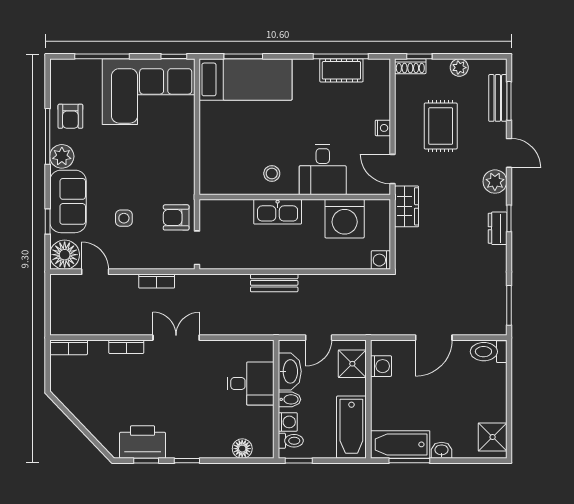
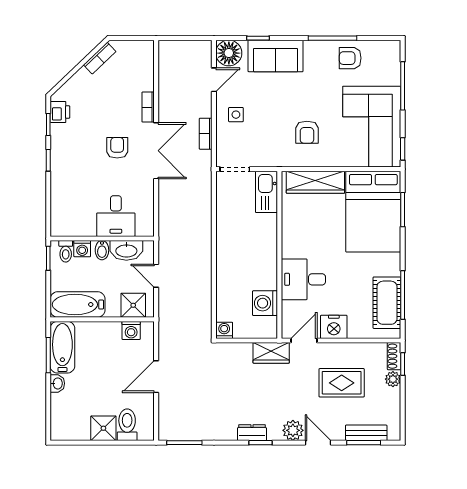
plant: (459, 68) -> (393, 379), moved
cot: (341, 70) -> (387, 303), width x1.37, depth x1.34
bed: (246, 79) -> (373, 212), width x1.50
nightstand: (383, 128) -> (334, 327), width x1.89, depth x1.79
door: (509, 153) -> (318, 443), swing flipped
plant: (62, 156) -> (315, 51), removed
wardrobe: (212, 156) -> (315, 182), added
stool: (272, 173) -> (300, 235), removed
kitchen sink: (278, 212) -> (266, 192), moved
armchair: (176, 217) -> (307, 132), moved, turned 180
side table: (124, 218) -> (236, 115), moved
washing machine: (345, 219) -> (265, 303), width x0.73, depth x0.73
bench: (274, 283) -> (204, 237), removed
double door: (176, 338) -> (156, 151), width x1.37
door: (434, 338) -> (156, 377), hinge flipped
bookcase: (69, 347) -> (100, 58), moved, turned -134
toilet: (489, 352) -> (127, 425), moved
armchair: (173, 382) -> (117, 148), added
shower: (493, 437) -> (103, 428), moved
printer: (143, 442) -> (60, 112), width x0.53, depth x0.68
floor lamp: (242, 449) -> (59, 209), removed

